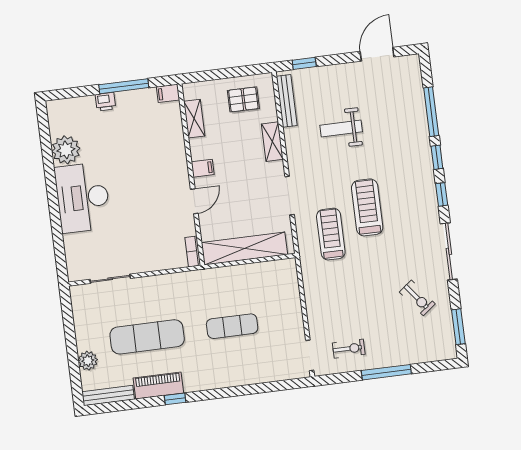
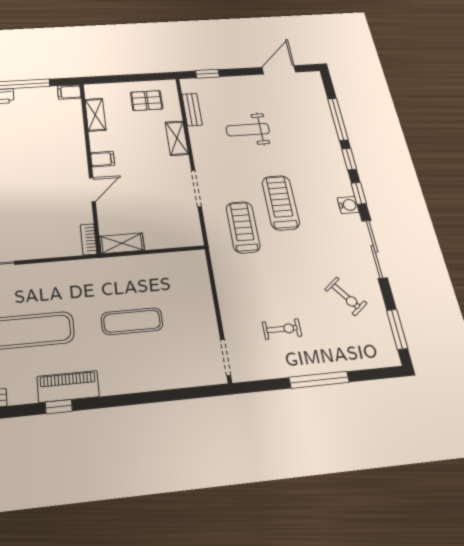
bench: (287, 101) -> (192, 110), width x0.73
water cooler: (430, 207) -> (348, 205), added
shelving: (244, 248) -> (122, 243), width x0.45, depth x0.75
exercise bike: (349, 349) -> (282, 329), moved
piano: (158, 386) -> (68, 386), moved

